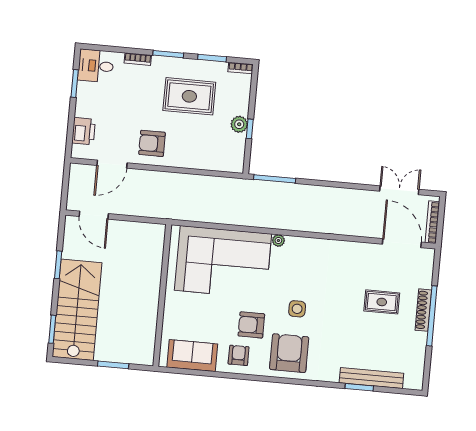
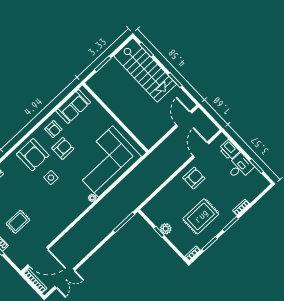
desk: (96, 66) -> (240, 167), moved
door: (94, 215) -> (184, 119), hinge flipped

